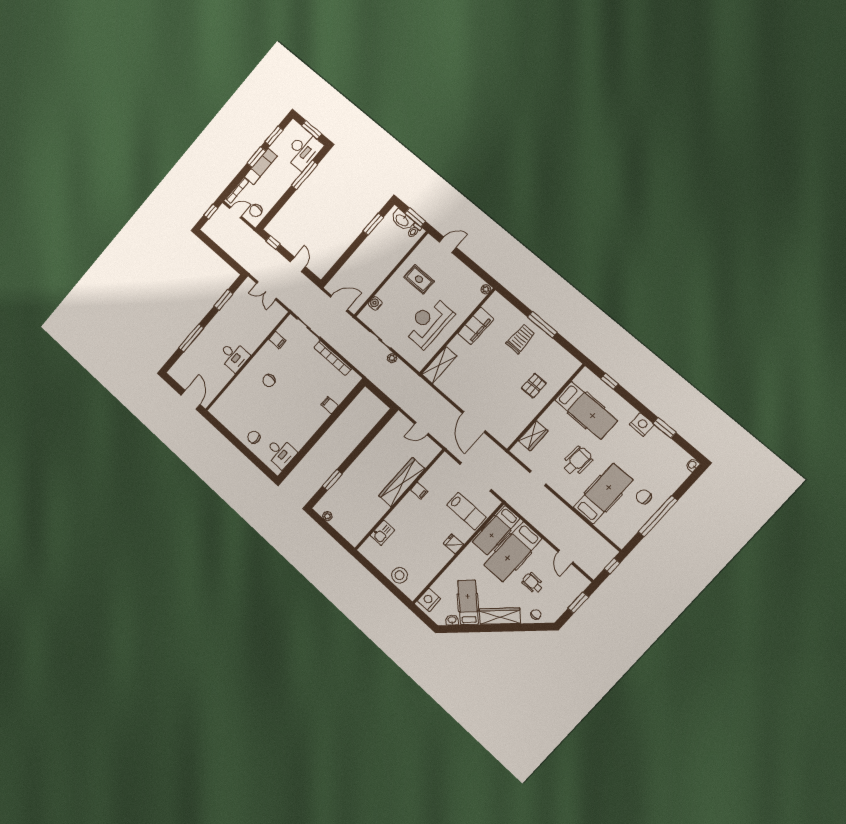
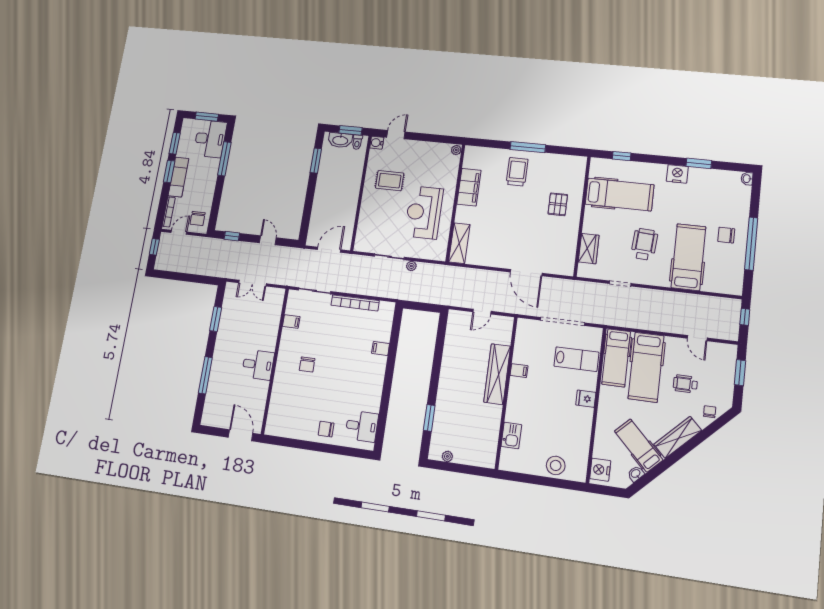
water cooler: (375, 303) -> (377, 143), moved

